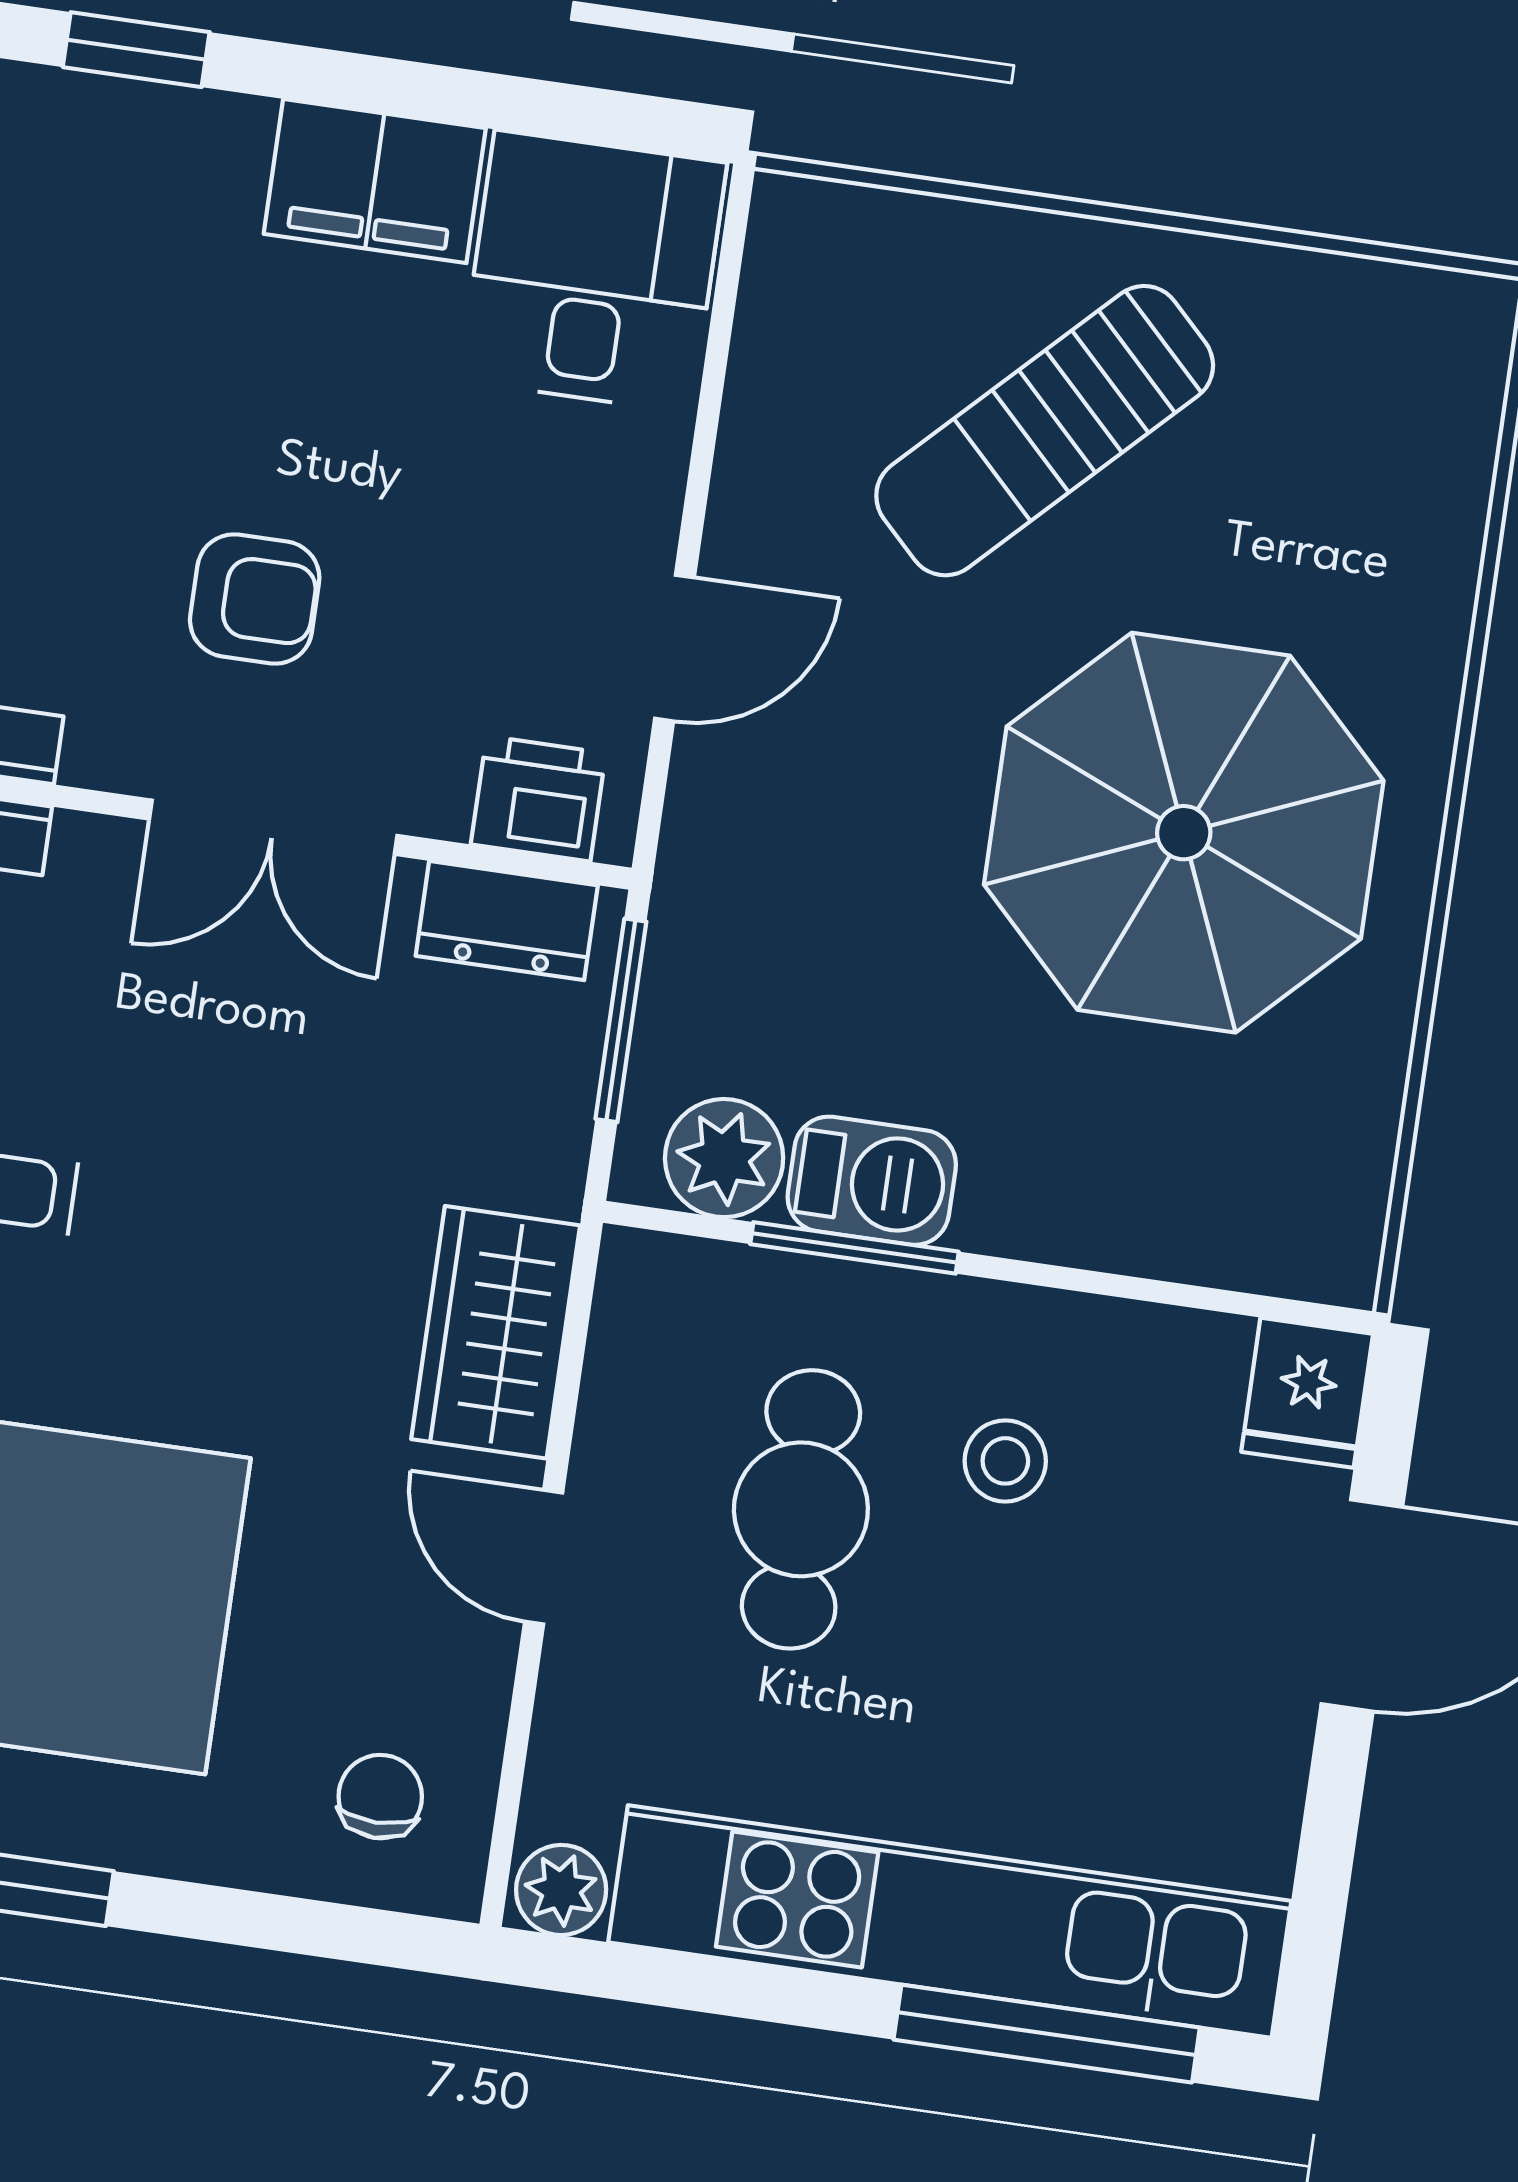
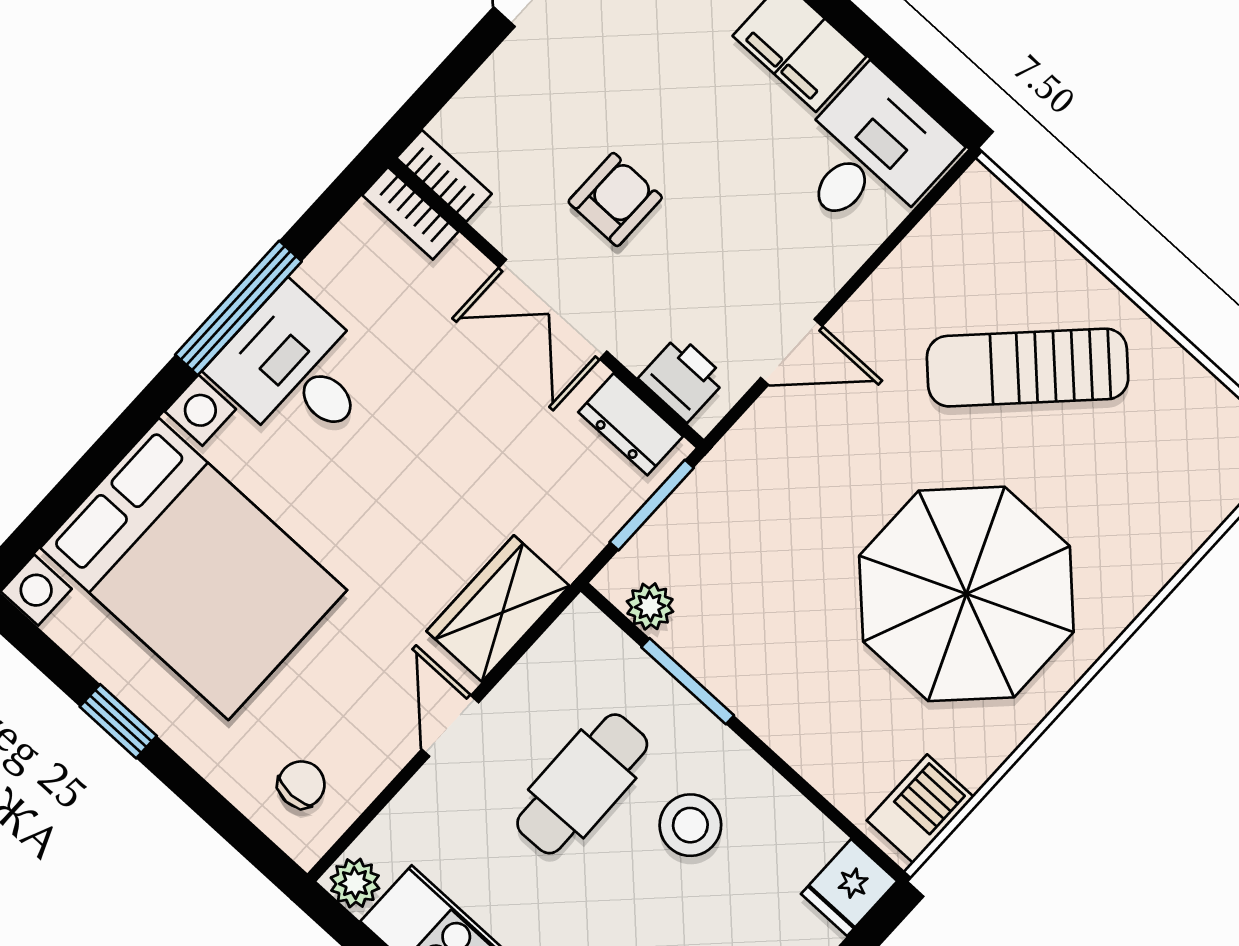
armchair: (255, 599) -> (615, 200), turned -90
plant: (724, 1158) -> (650, 606), width x0.73, depth x0.73
barbecue: (872, 1181) -> (920, 809), moved, turned -90
stool: (1005, 1461) -> (690, 825), width x1.37, depth x1.37

